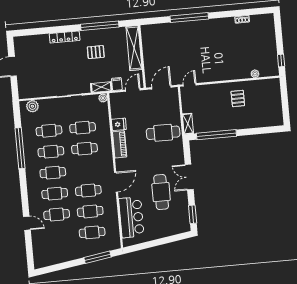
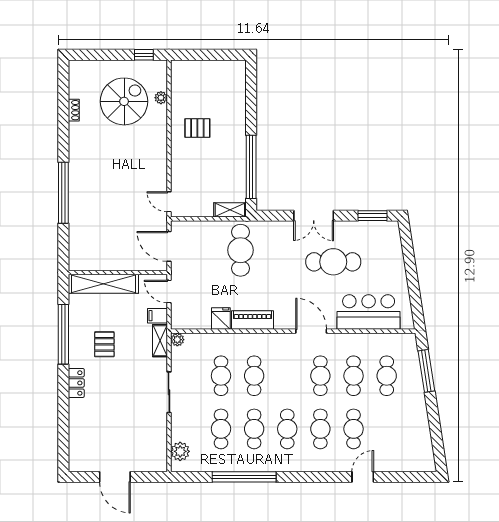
locker: (65, 37) -> (76, 383), width x0.66
spiral stairs: (250, 51) -> (124, 101), added

